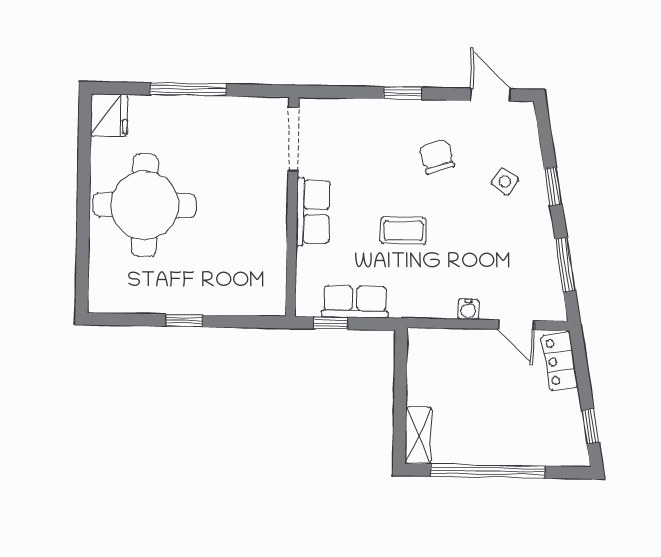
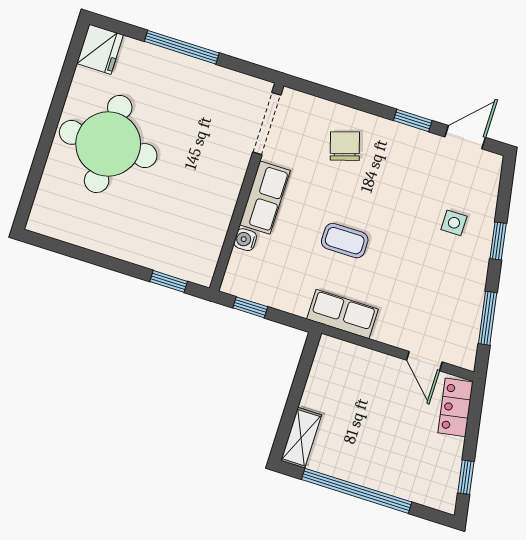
window: (403, 93) -> (413, 120), moved
door: (491, 95) -> (465, 137), hinge flipped
chair: (437, 157) -> (345, 146), moved
side table: (505, 181) -> (454, 223), turned -36
row of seats: (355, 302) -> (343, 314), moved
water cooler: (468, 309) -> (245, 240), moved, turned 90
window: (184, 321) -> (169, 281), moved

